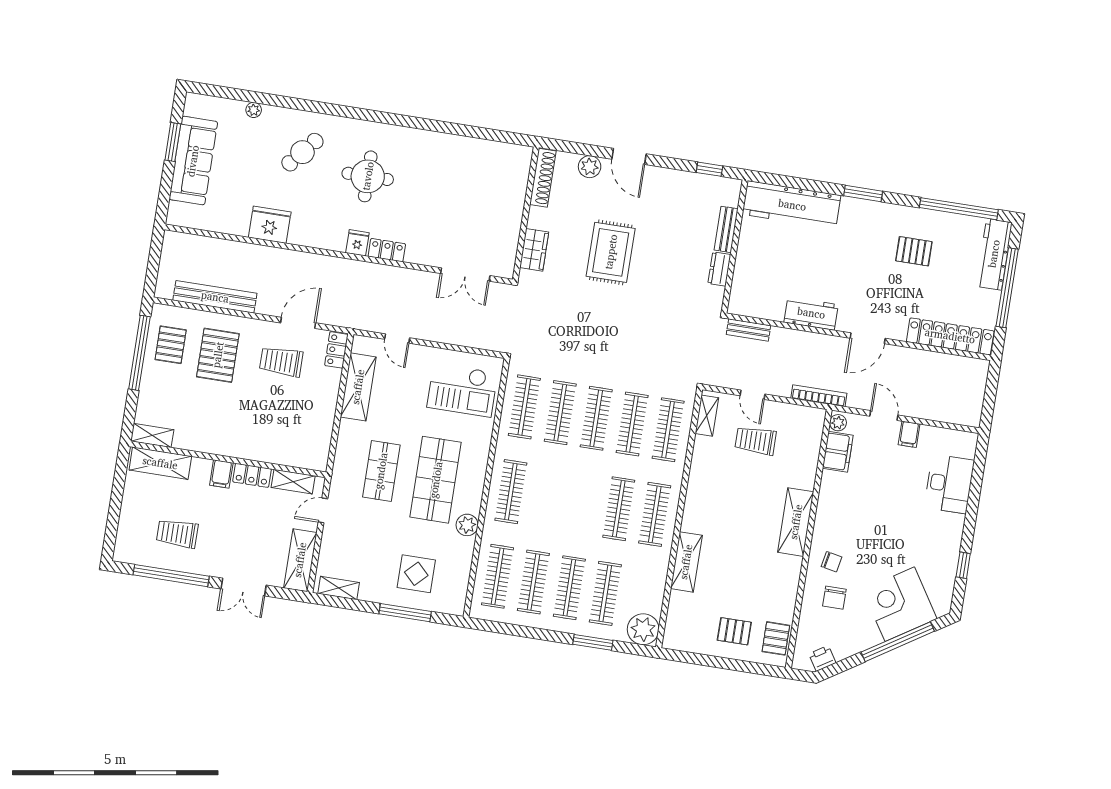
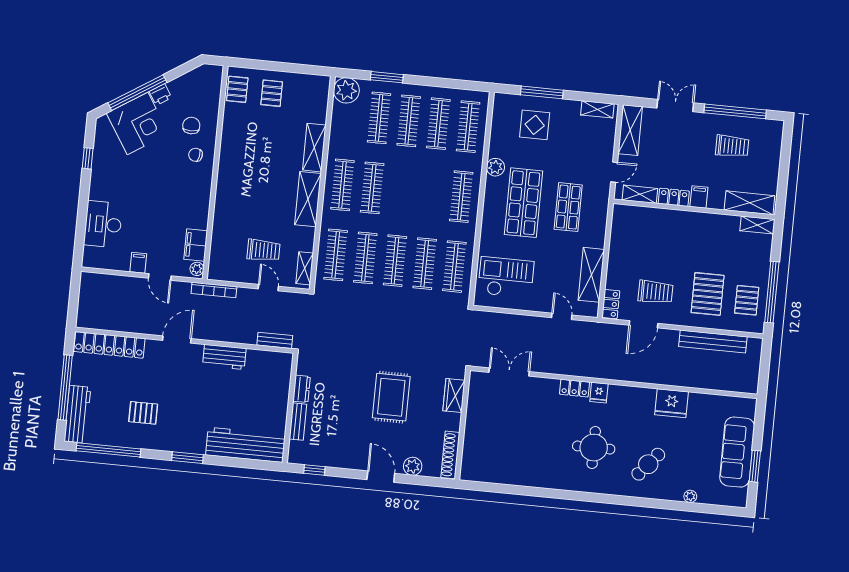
shelving: (796, 522) -> (308, 199), moved
pallet: (734, 631) -> (272, 93), turned 90
printer: (822, 658) -> (160, 95), moved

